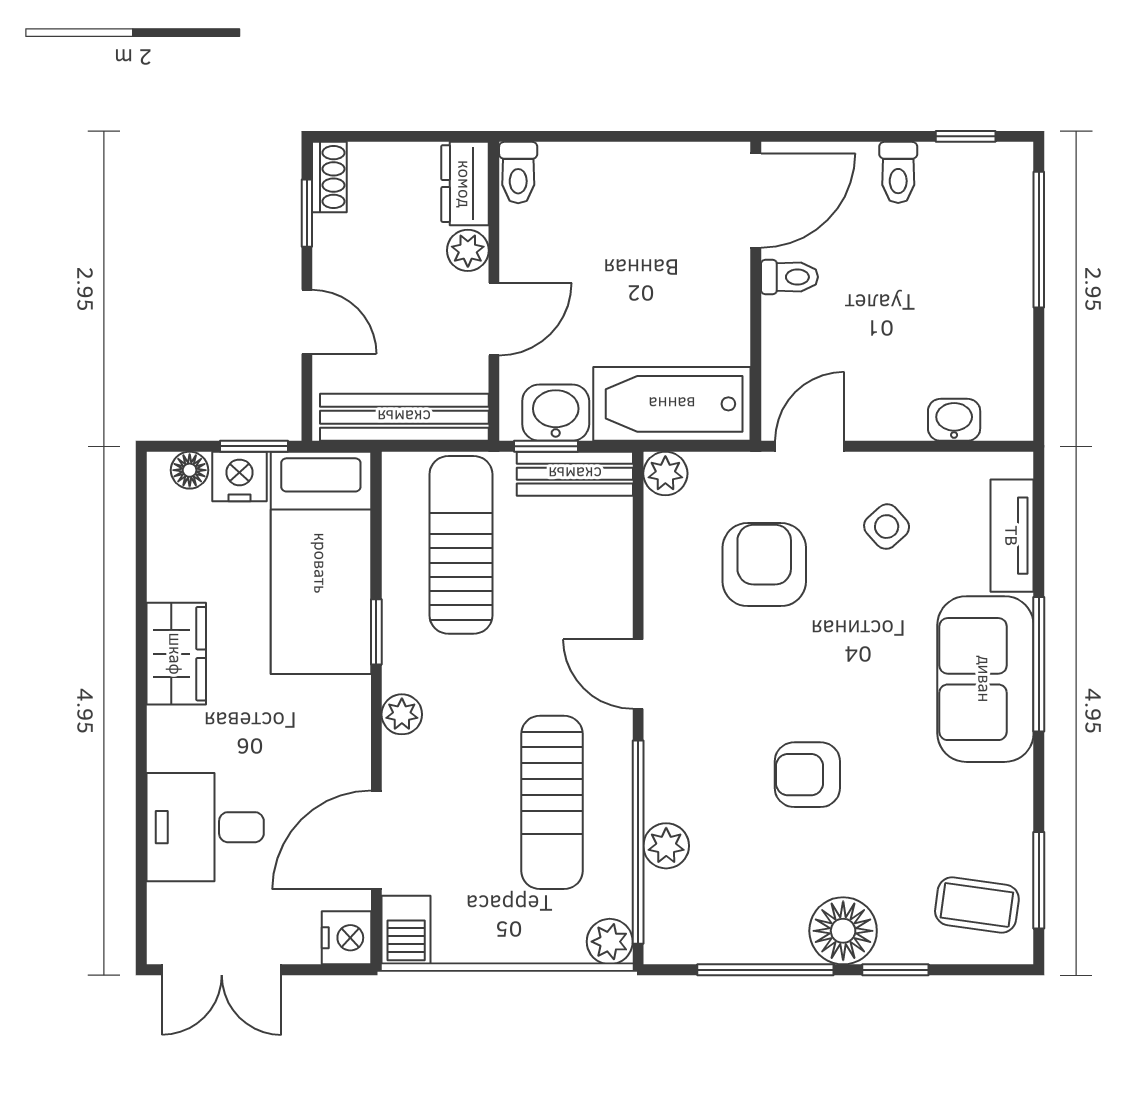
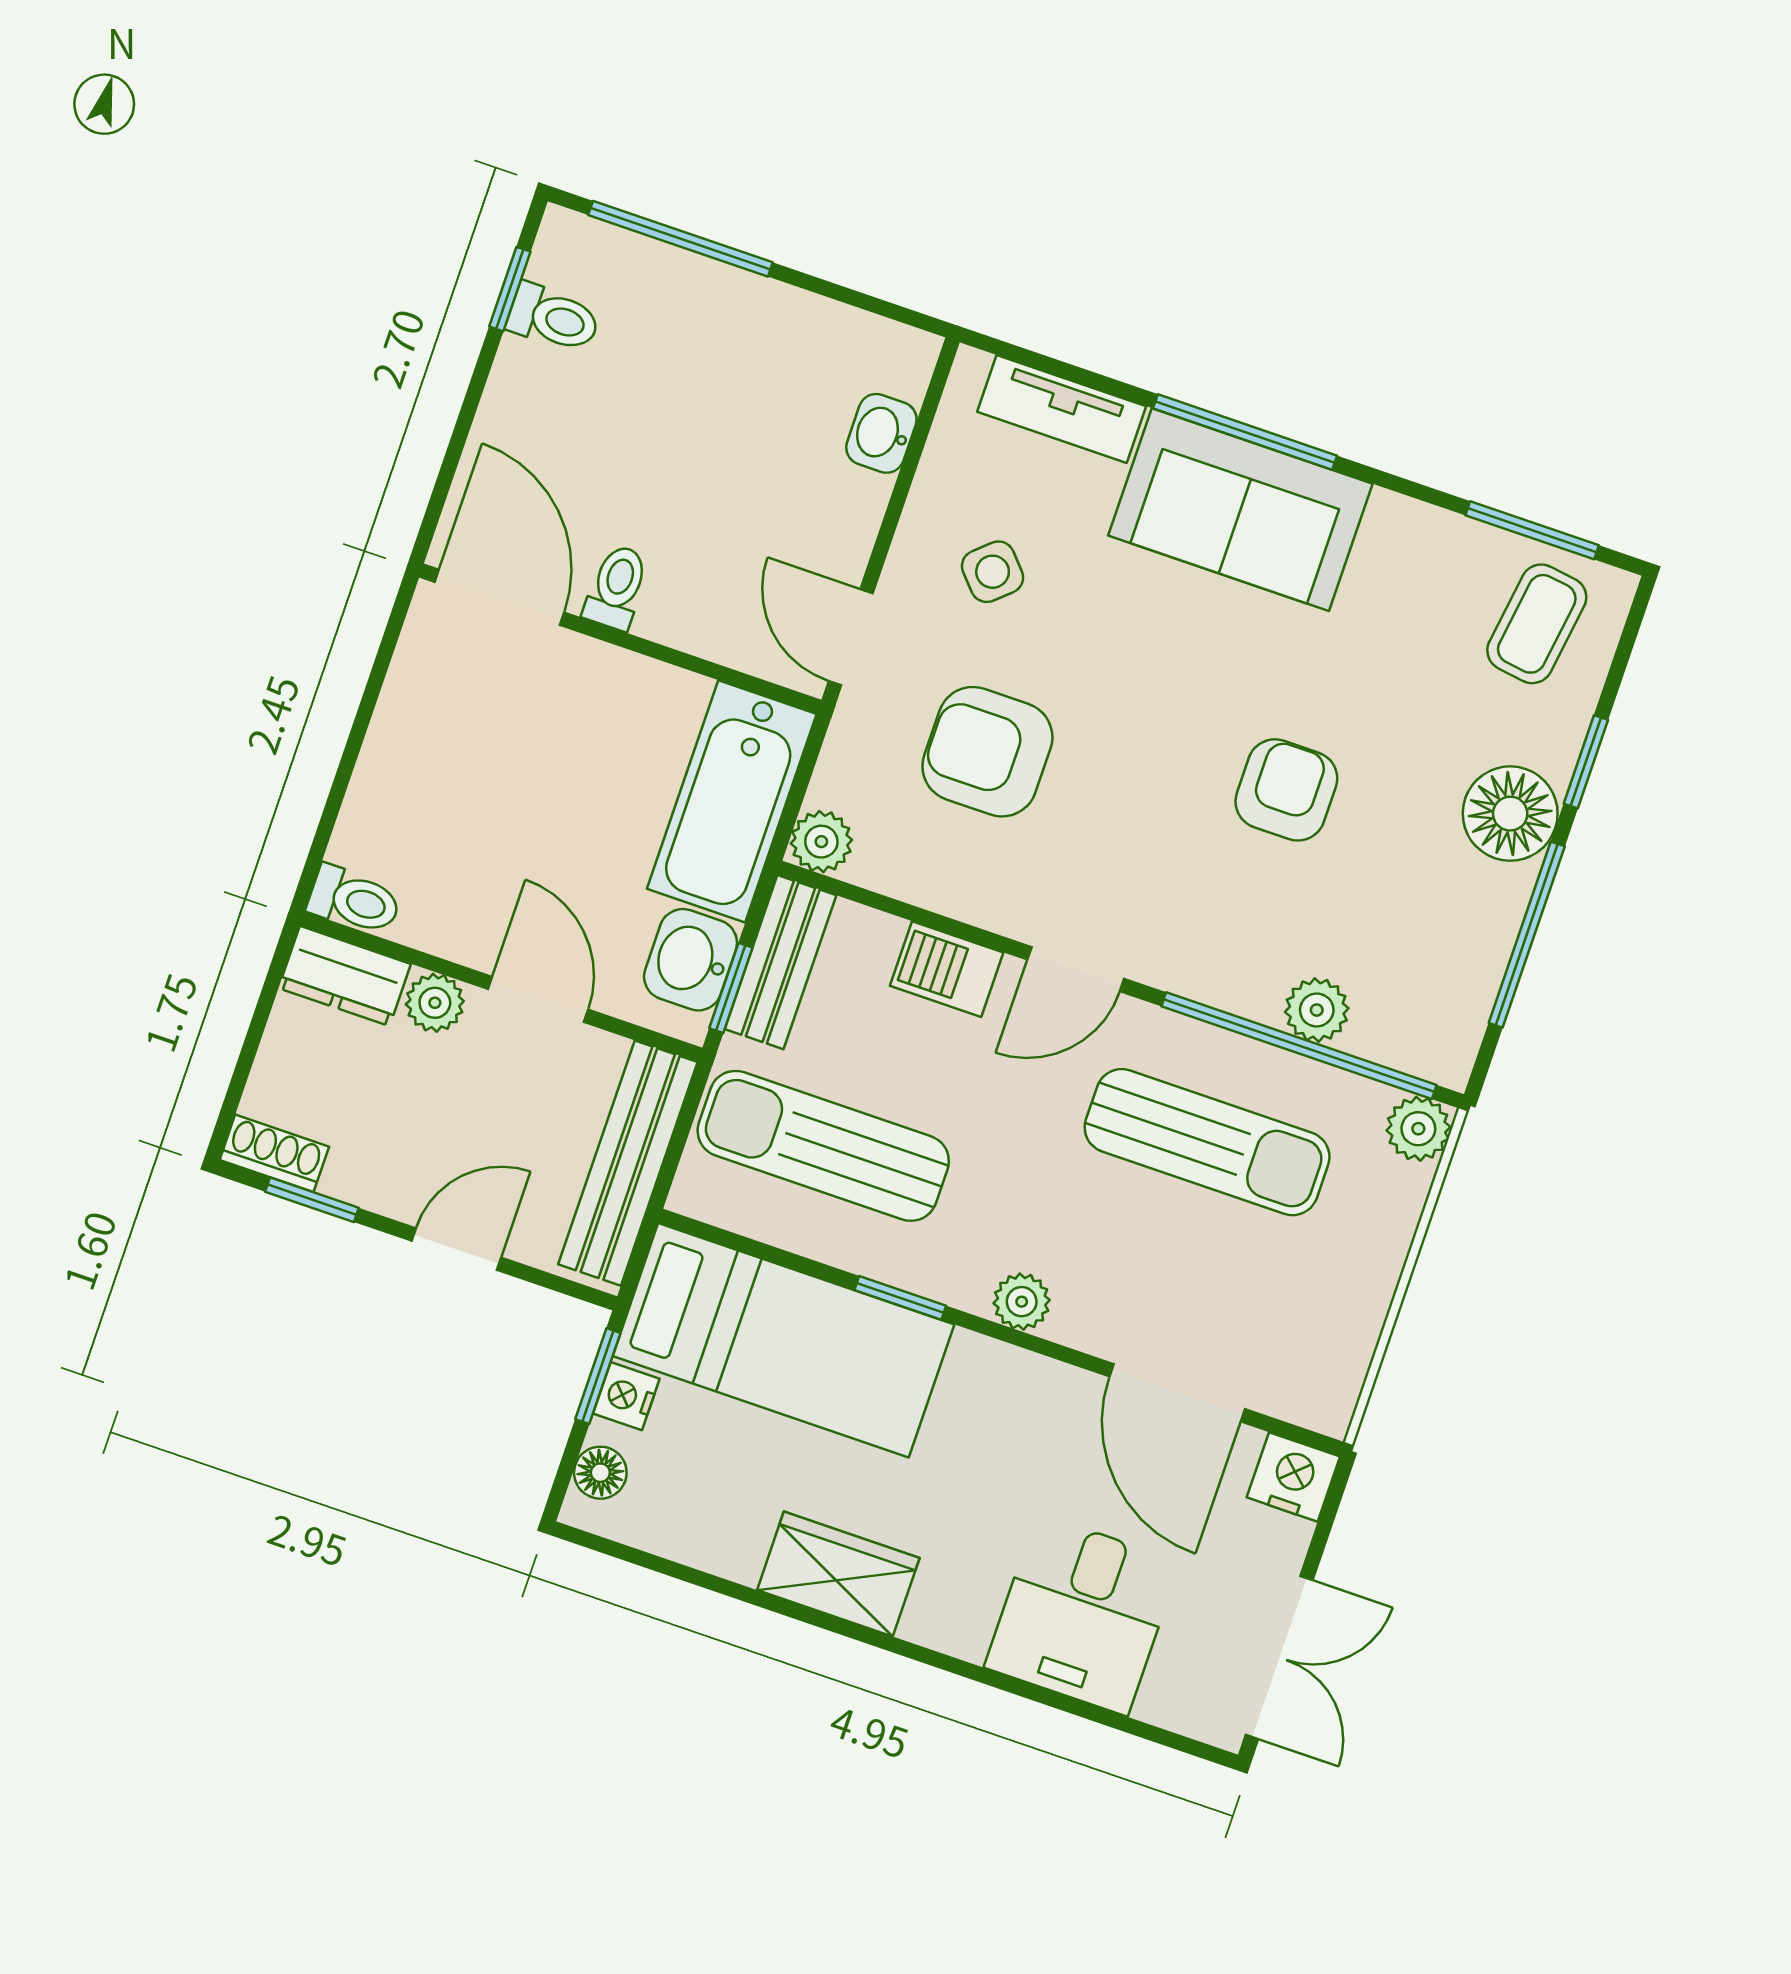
toilet: (898, 172) -> (553, 318), moved
nightstand: (239, 476) -> (626, 1396), width x0.72, depth x0.74
armchair: (807, 775) -> (1286, 790), turned 180
barbecue: (406, 930) -> (947, 969), moved, turned 180

